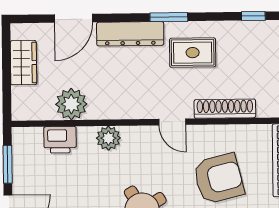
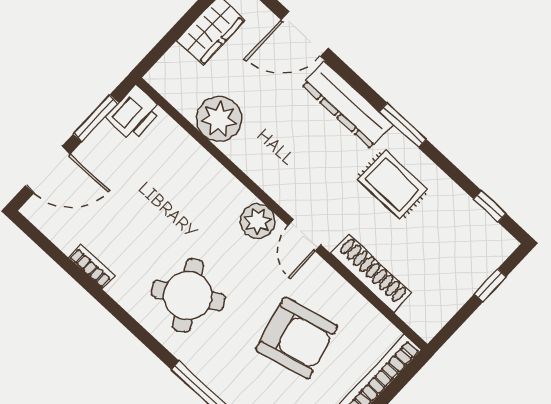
plant: (108, 138) -> (258, 221), moved
printer: (60, 140) -> (134, 113), moved, turned -90

